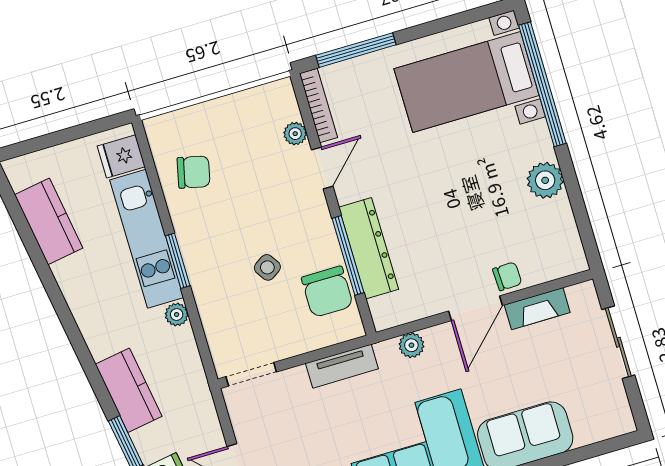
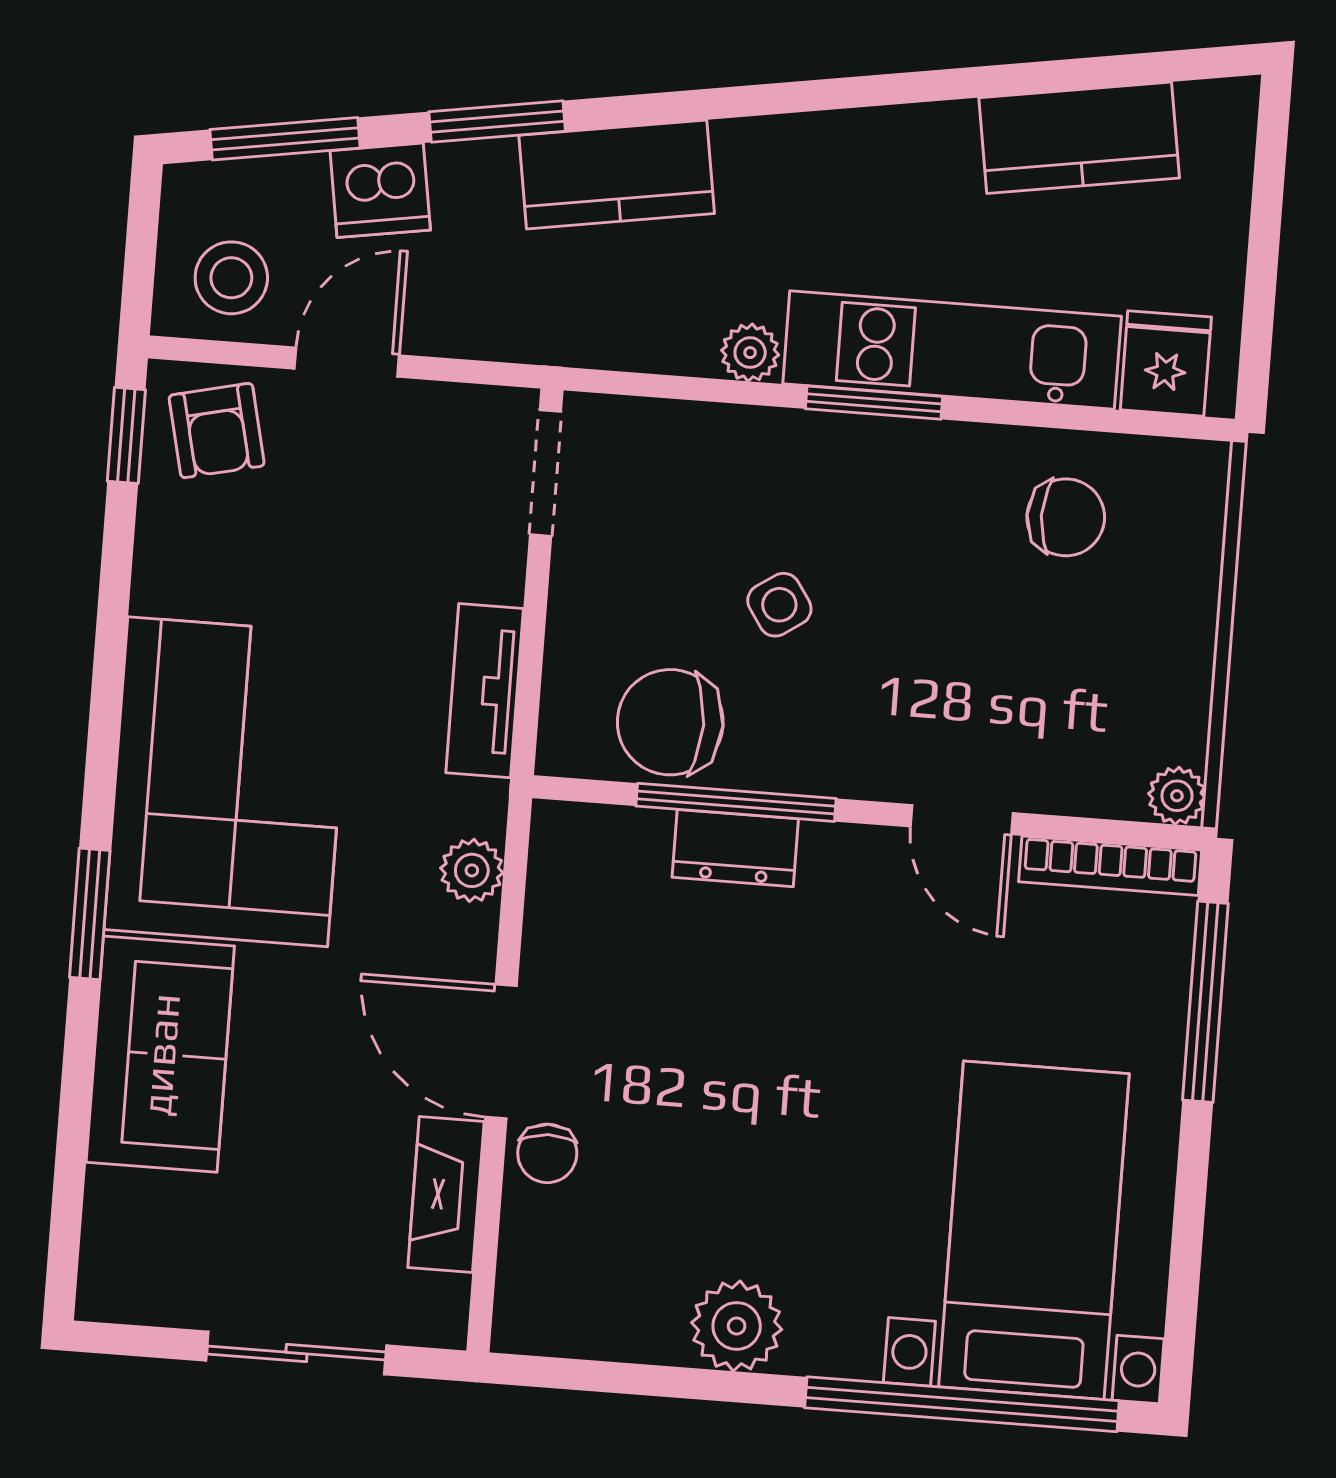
plant: (295, 134) -> (1177, 796), moved
chair: (194, 172) -> (1066, 517), turned -103
dresser: (369, 248) -> (735, 848), width x0.51, depth x0.80

